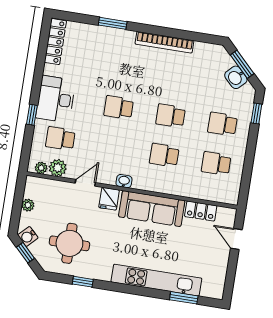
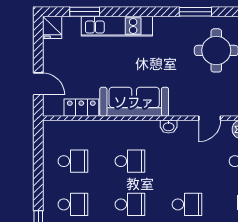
fridge: (109, 199) -> (52, 27), moved, turned 180
kitchen unit: (156, 280) -> (117, 26), width x0.73
window: (83, 282) -> (195, 12), width x1.50

